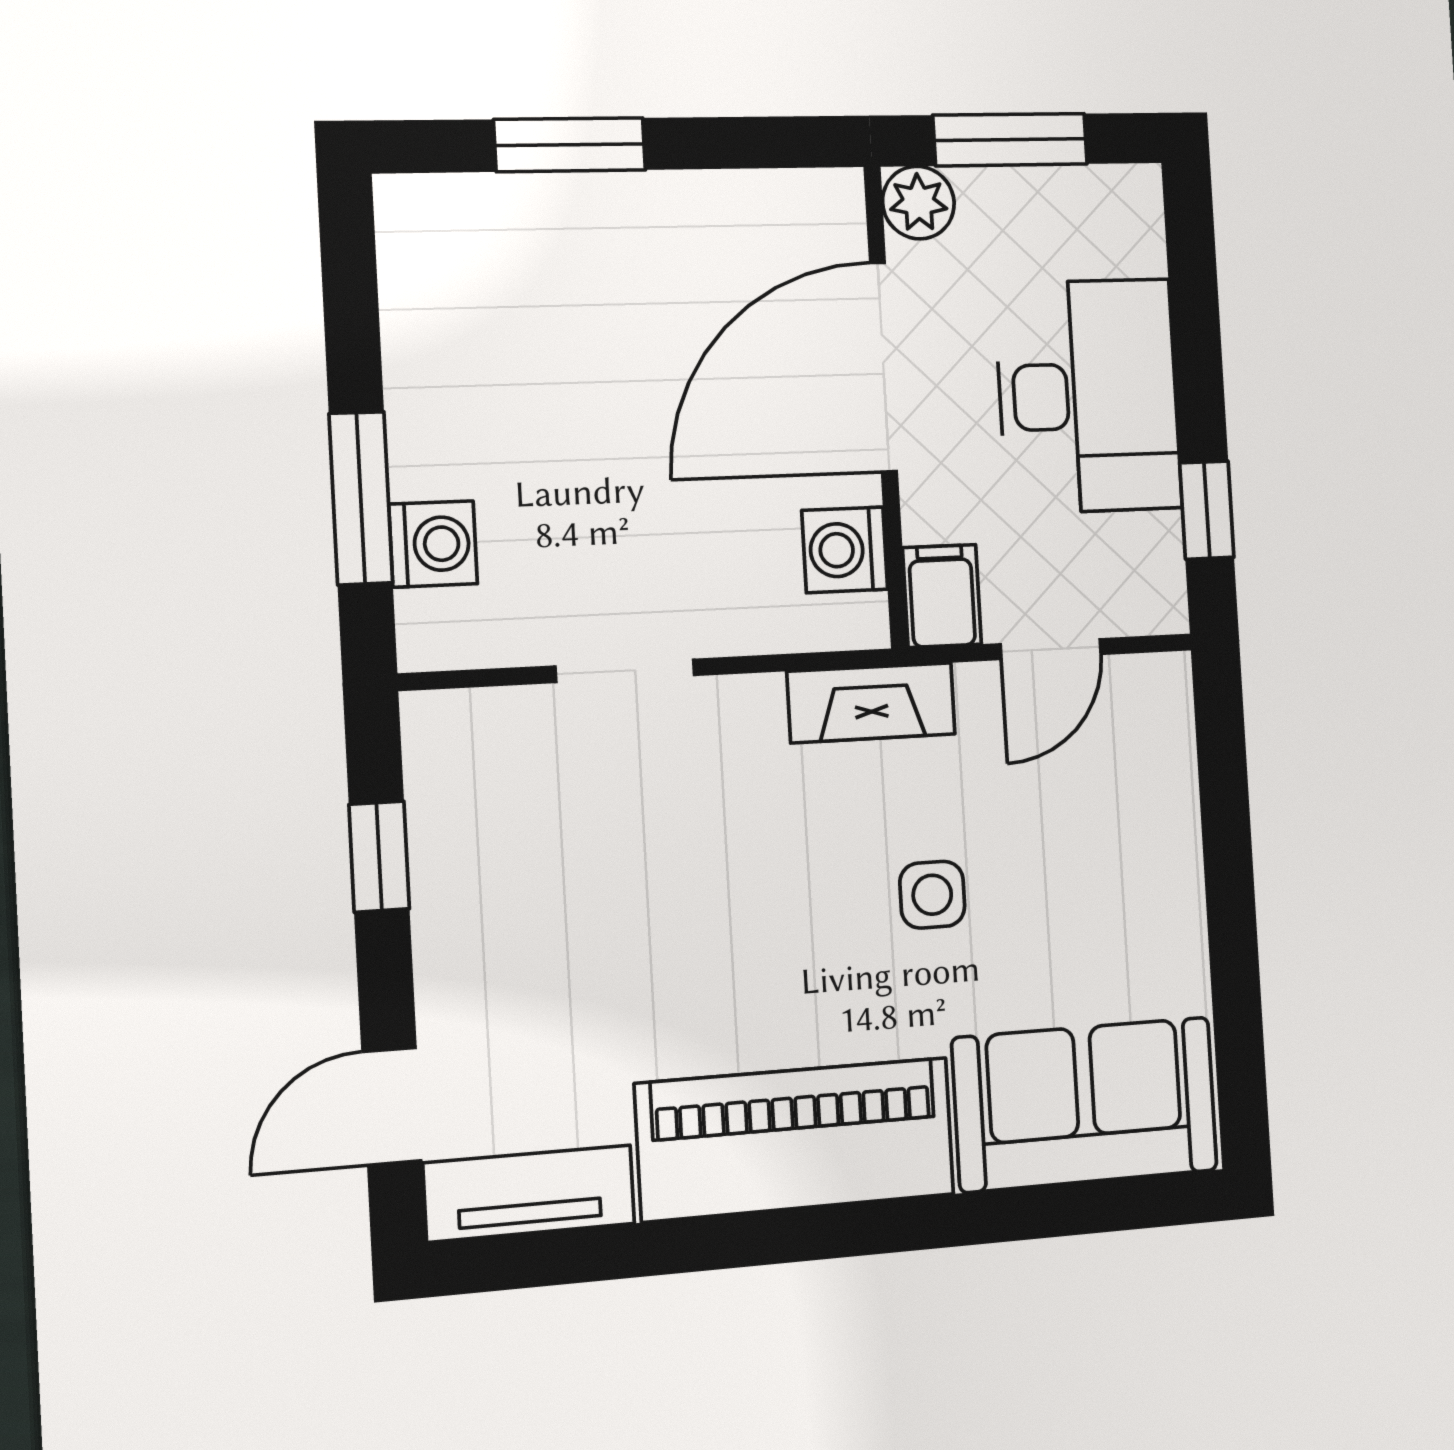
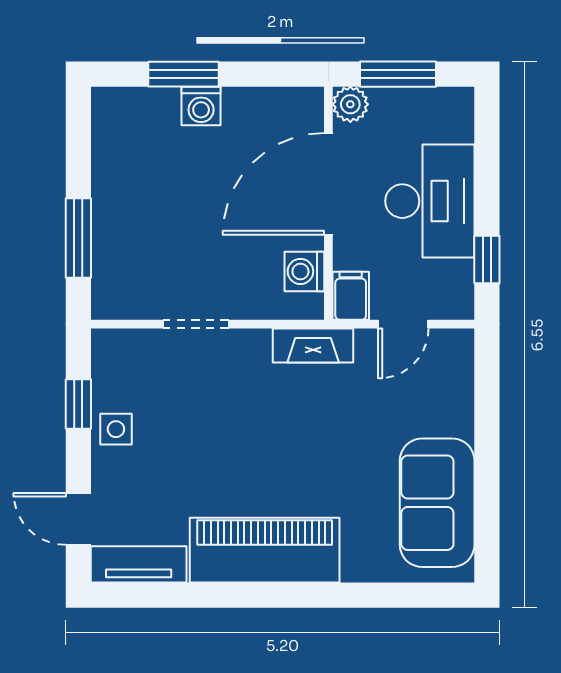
washing machine: (433, 544) -> (201, 106), moved, turned 90
side table: (932, 895) -> (116, 429), moved
sofa: (1085, 1104) -> (437, 503), moved, turned -90
door: (392, 1106) -> (78, 519), hinge flipped

